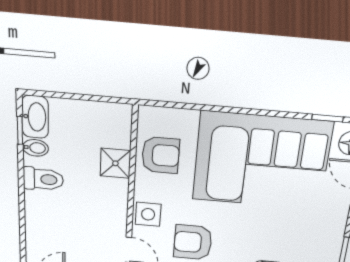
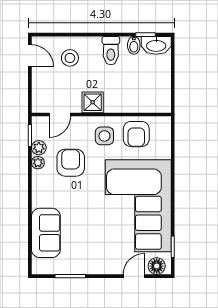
shower: (115, 163) -> (93, 102), moved
side table: (148, 214) -> (104, 136), moved
stool: (54, 232) -> (70, 58), added

